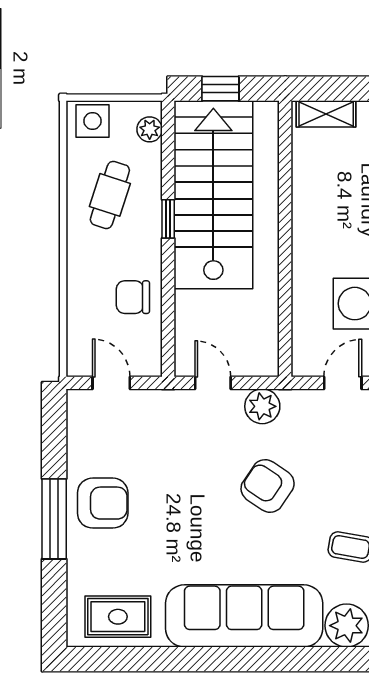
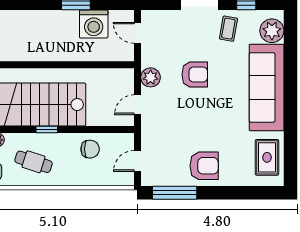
chair: (133, 297) -> (90, 149), turned -90
armchair: (268, 486) -> (195, 75), turned -124
armchair: (103, 503) -> (204, 166), turned 90
window: (54, 519) -> (175, 193), moved

